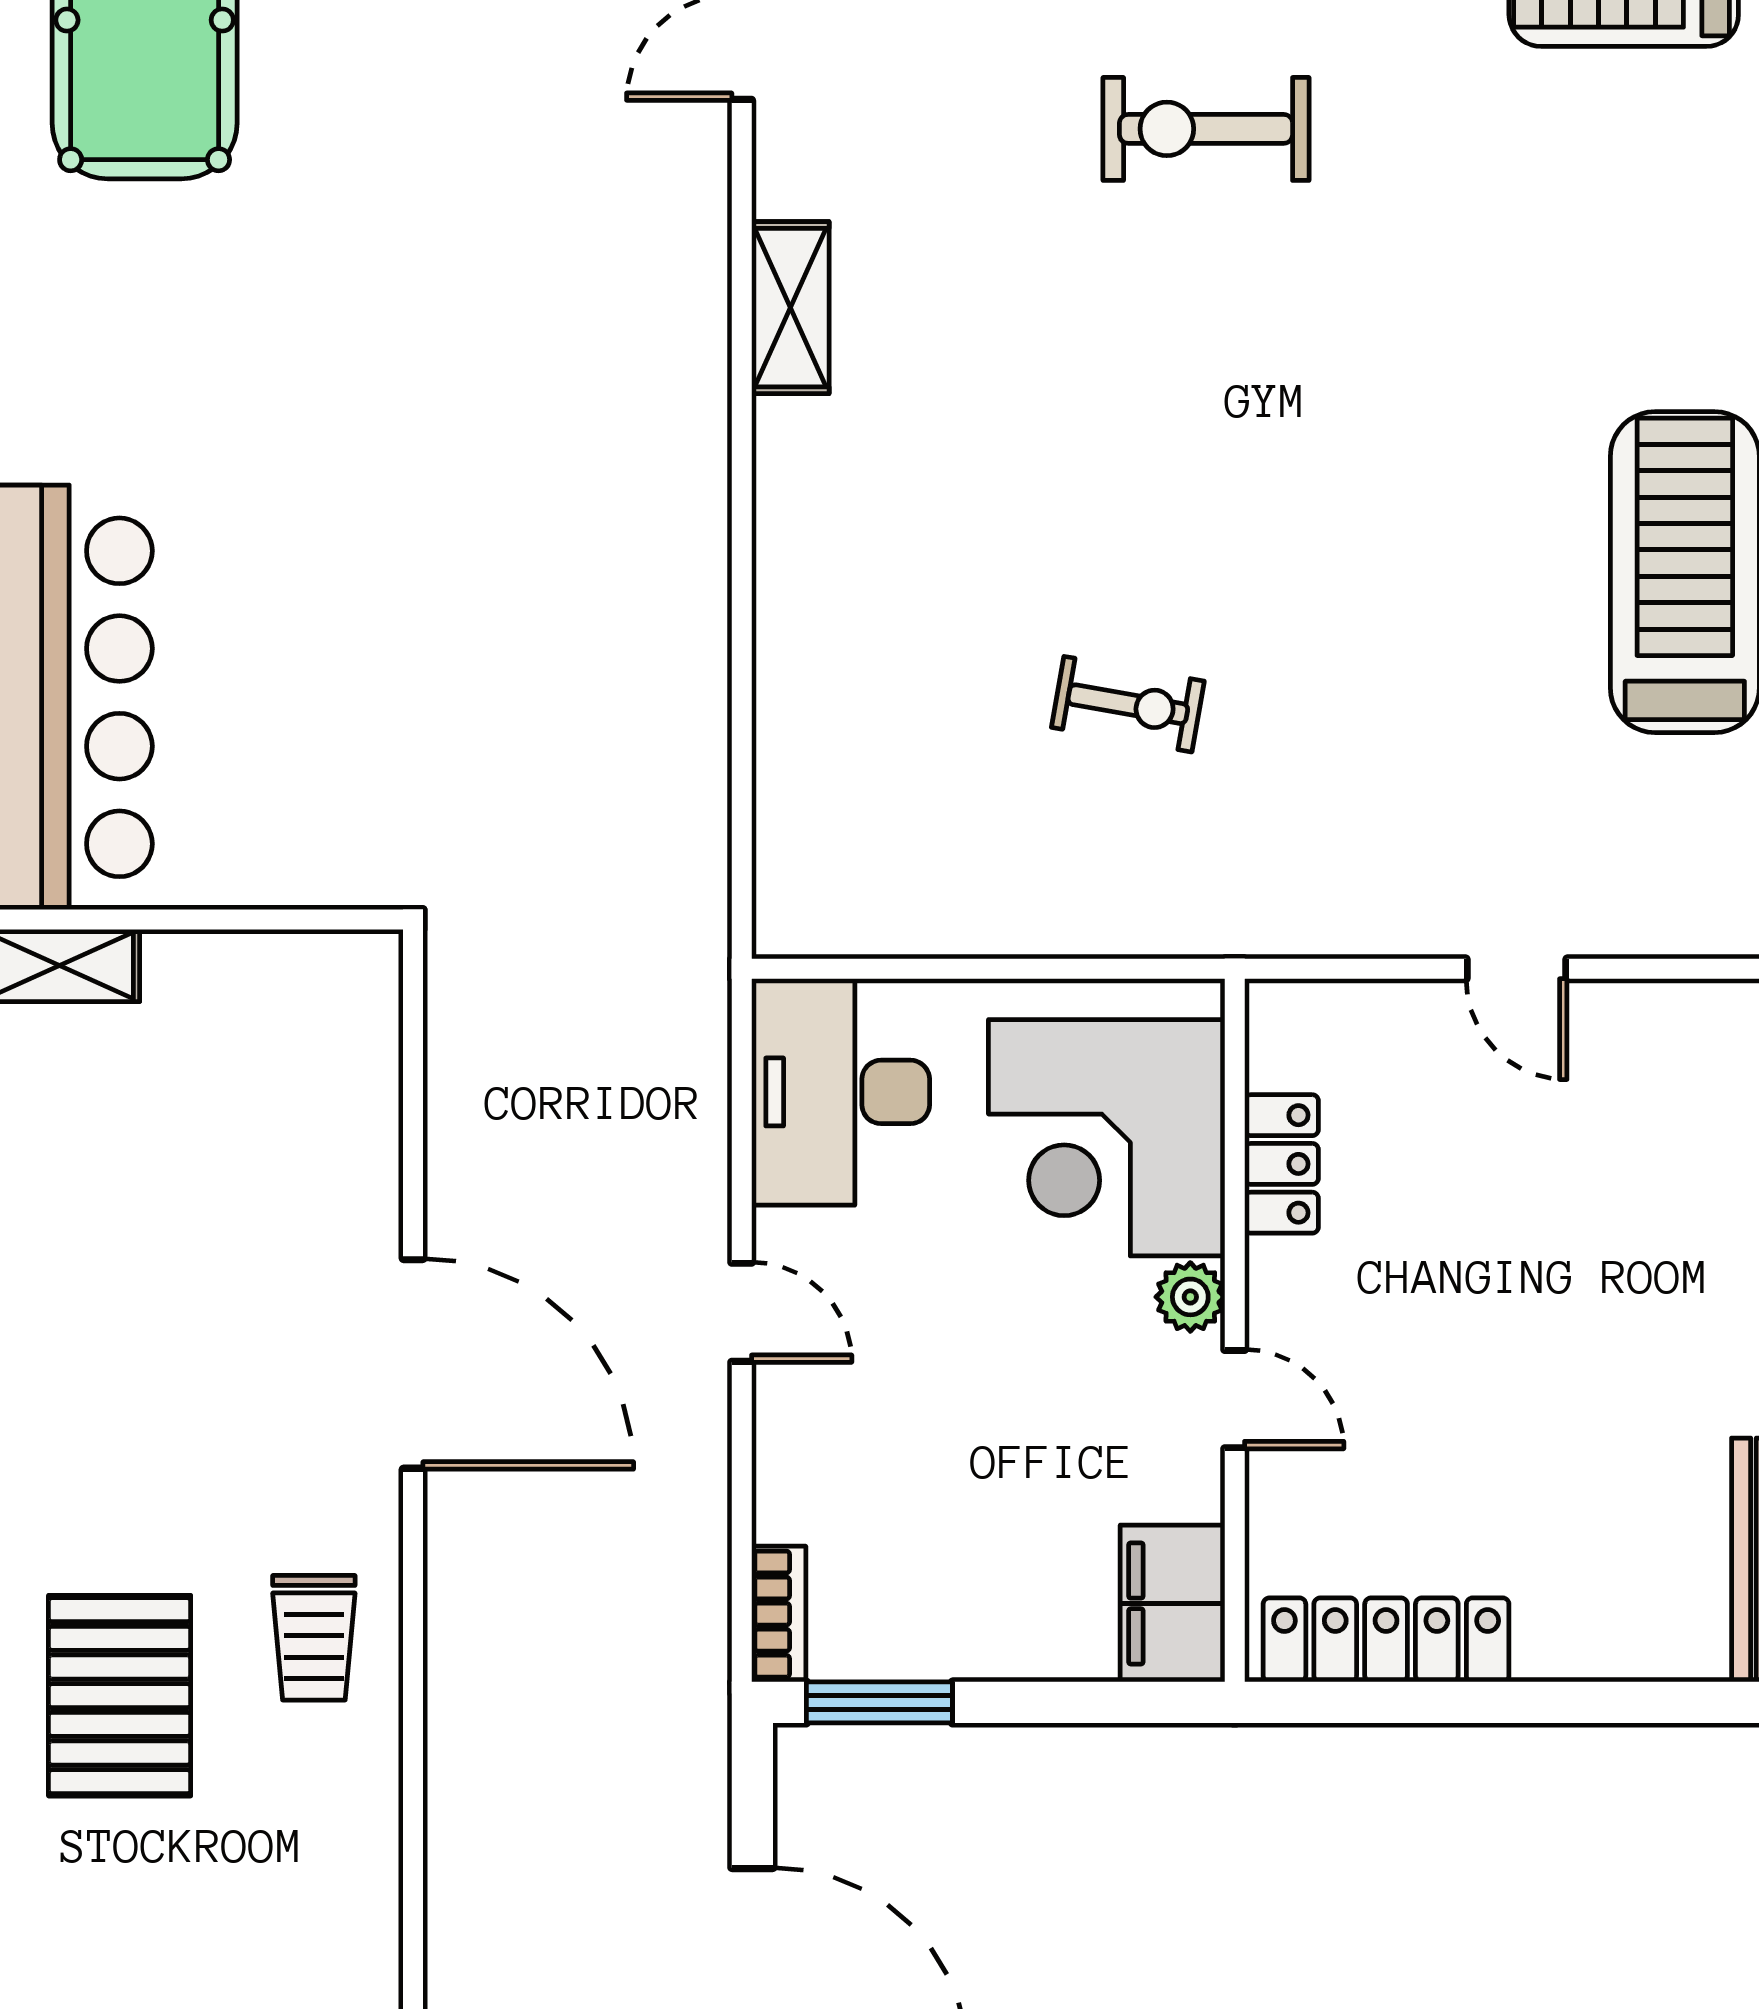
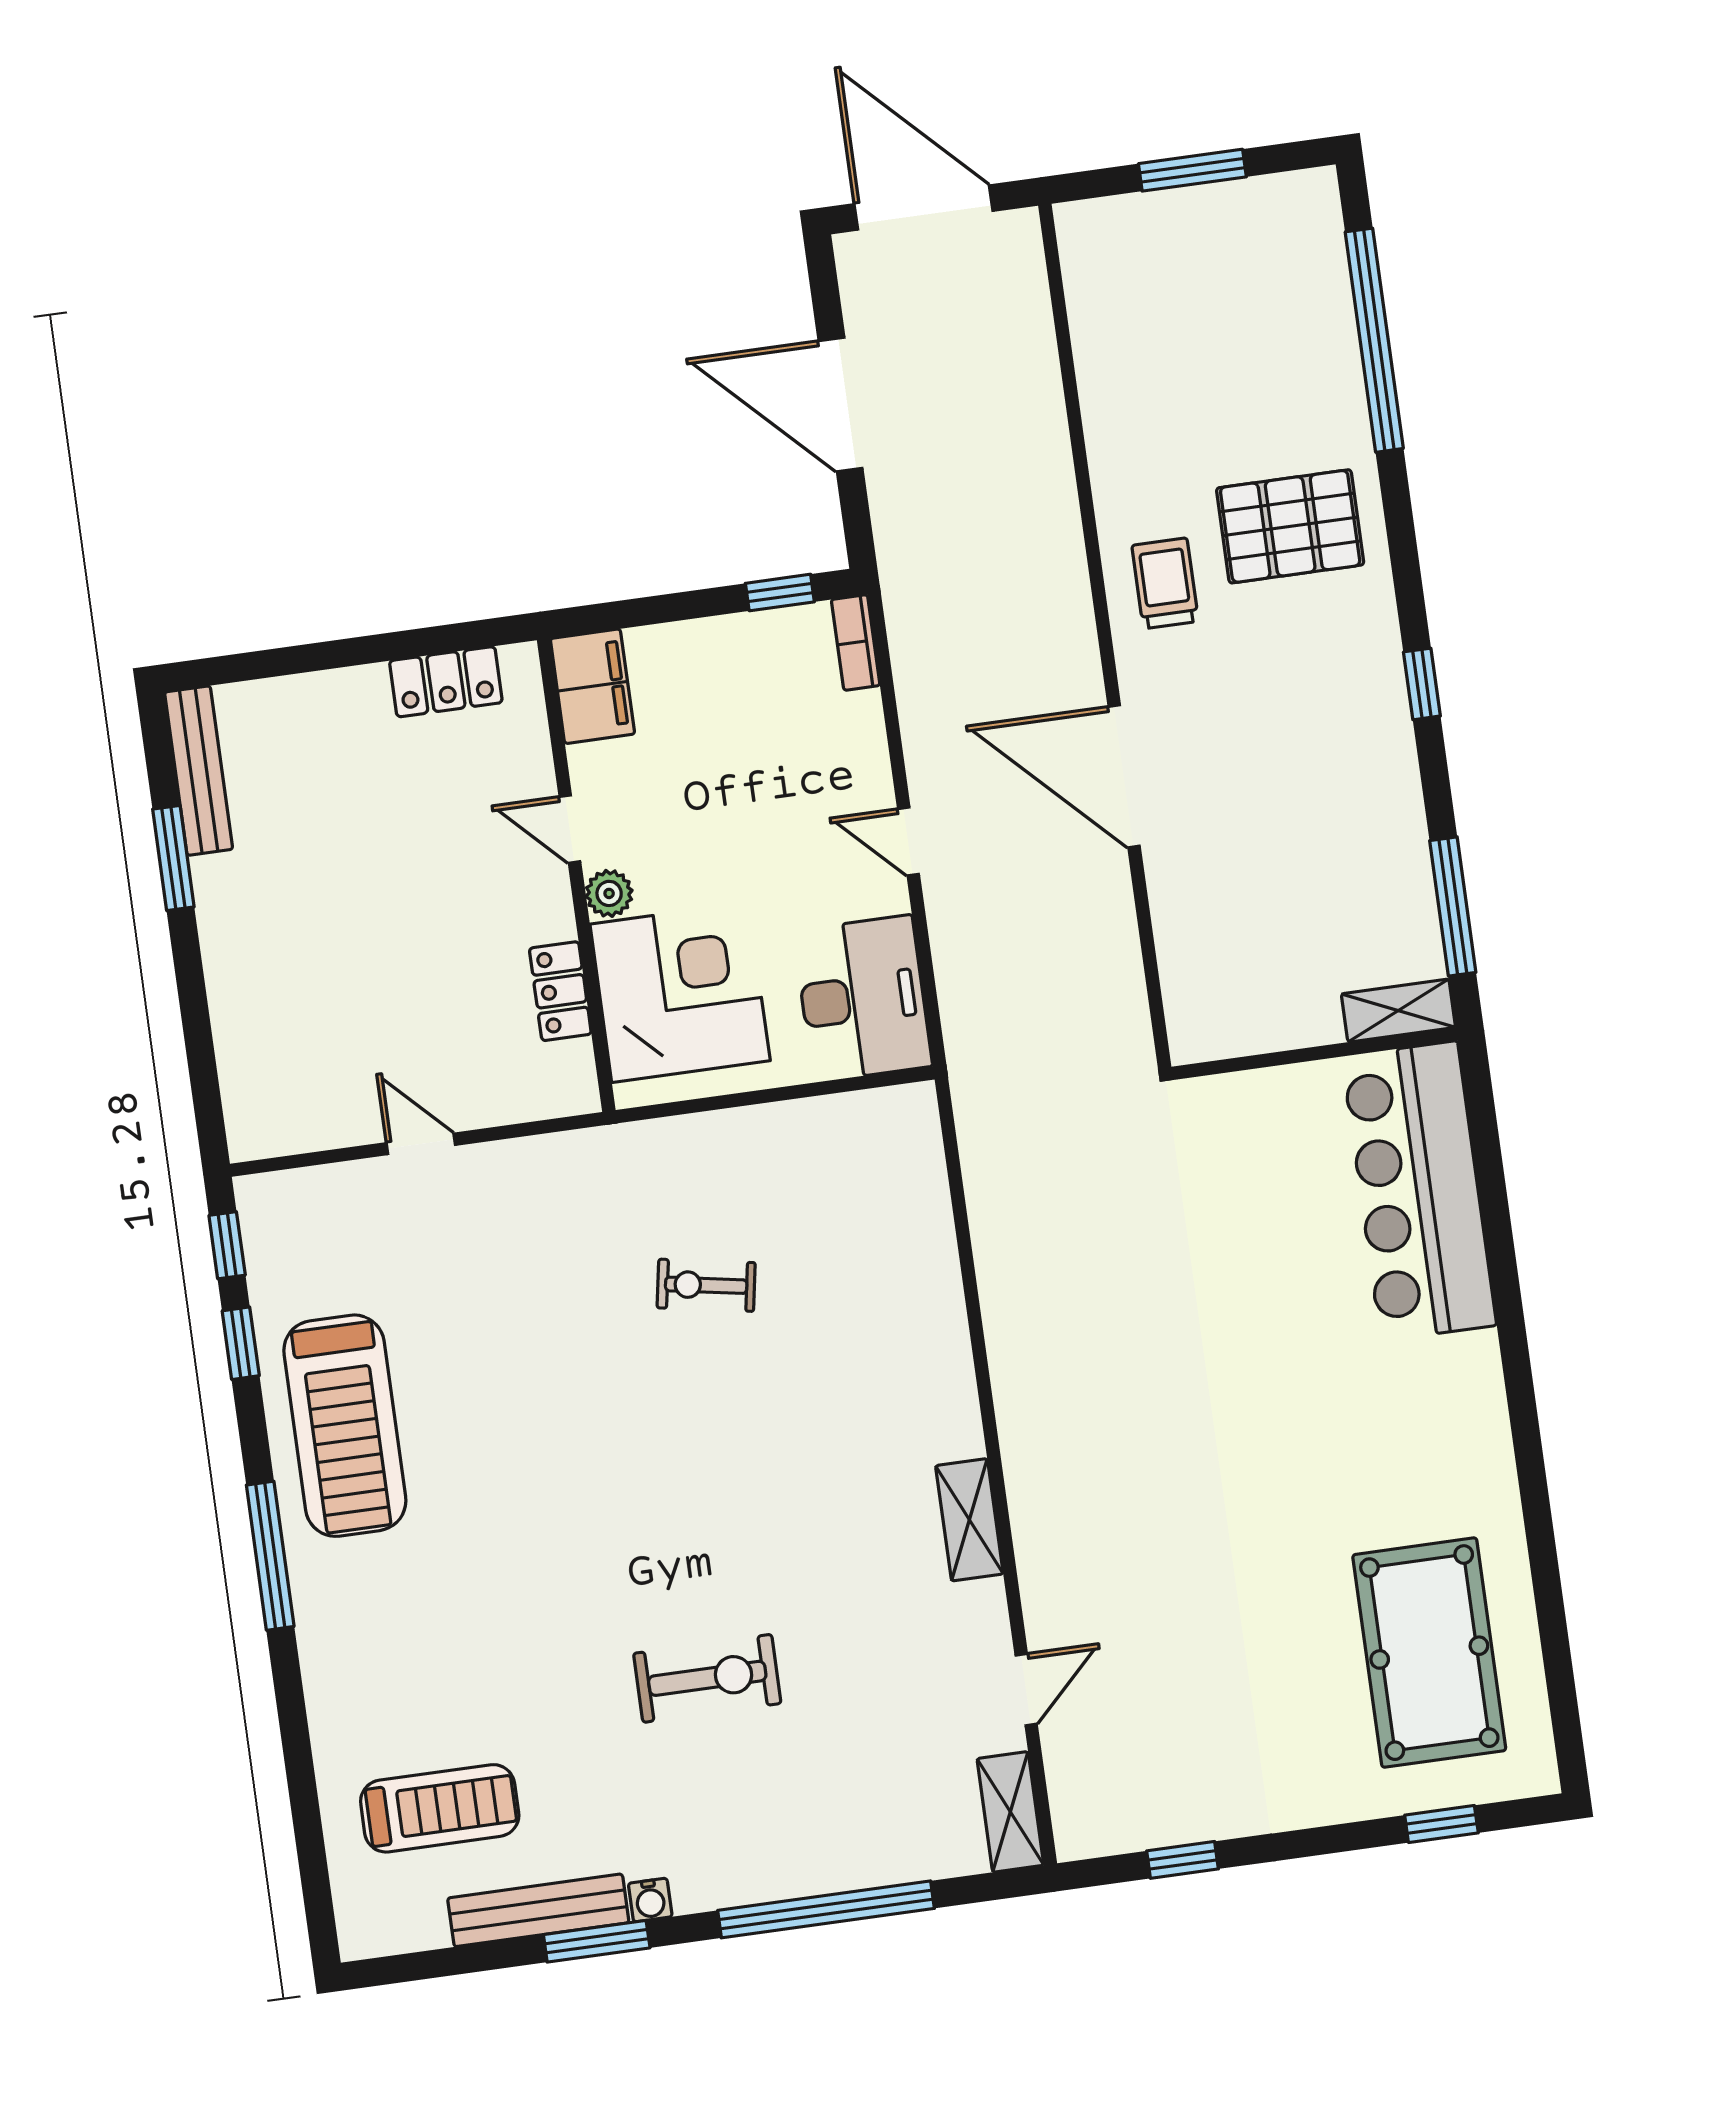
locker: (1386, 1640) -> (446, 682), width x0.66
pallet: (120, 1696) -> (1290, 526), turned 90
window: (879, 1702) -> (780, 593), width x0.67

